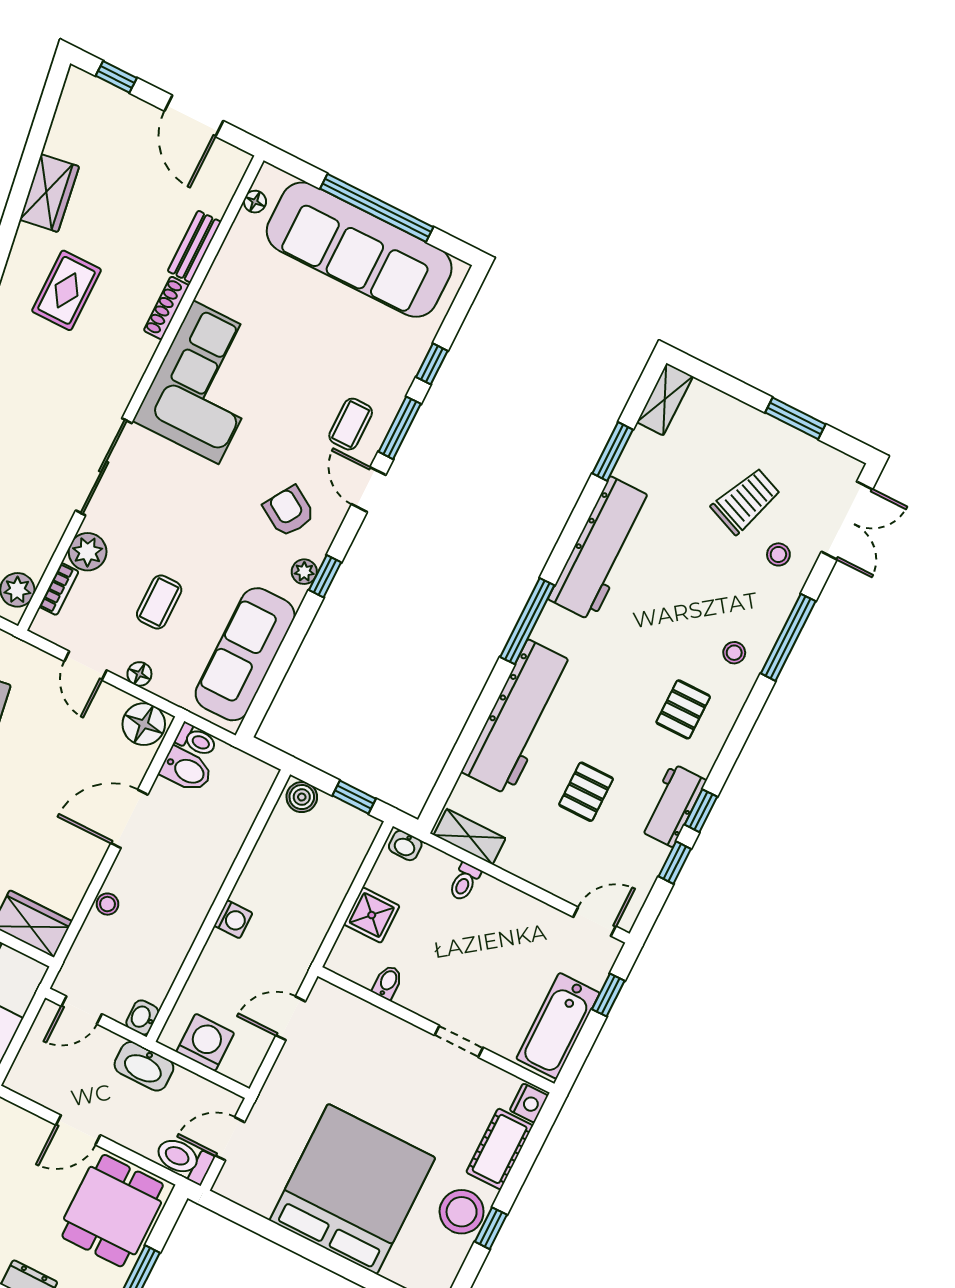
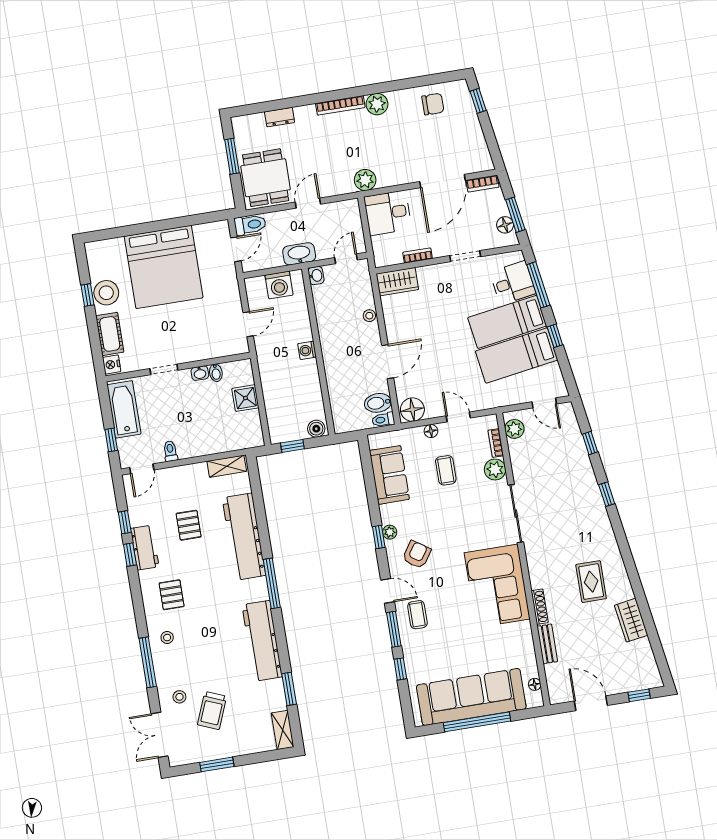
armchair: (289, 511) -> (417, 555), turned -88
sofa: (245, 654) -> (389, 475), width x0.73
washbasin: (405, 845) -> (200, 373), moved, turned 180
toilet: (464, 882) -> (170, 451), moved

